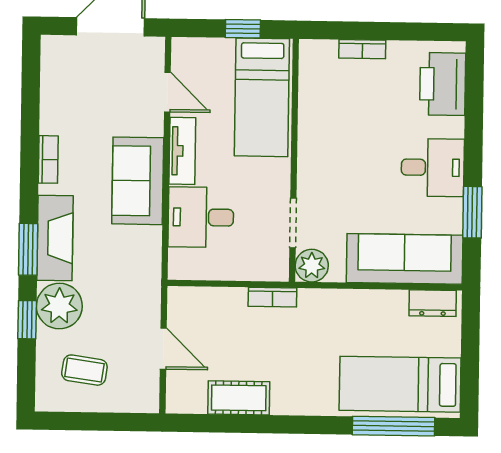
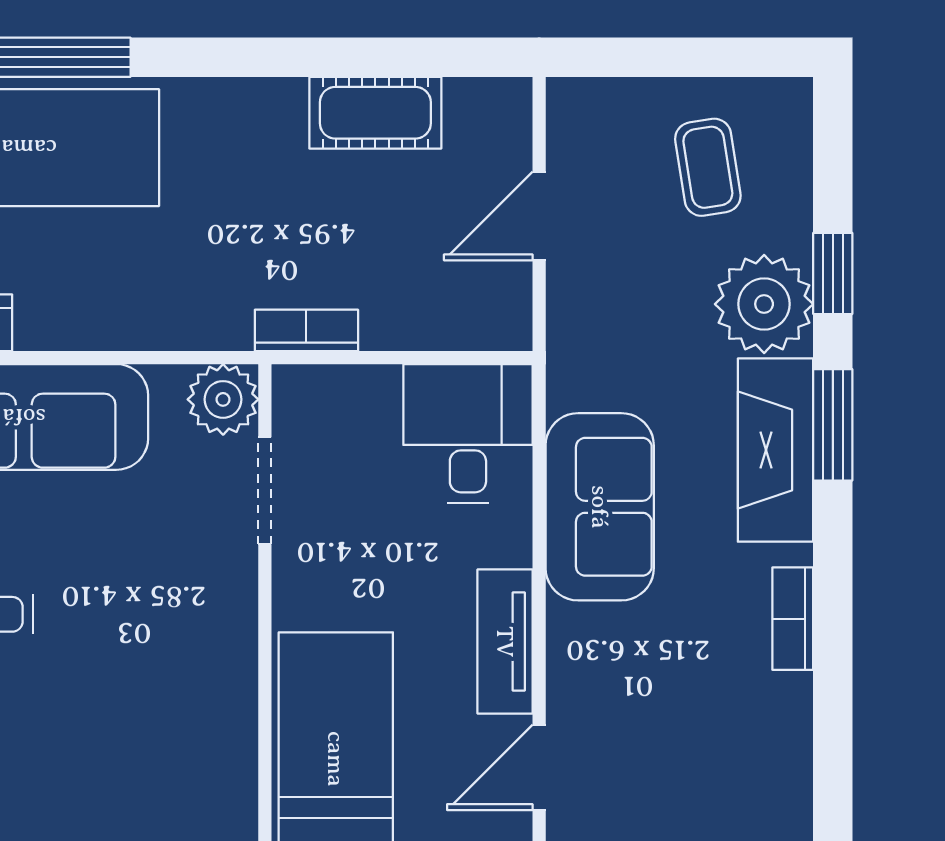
door: (167, 92) -> (539, 767), hinge flipped
sofa: (138, 181) -> (600, 507), moved
desk: (201, 217) -> (468, 434), moved, turned -90
door: (163, 349) -> (539, 216), hinge flipped
coffee table: (84, 370) -> (708, 167), turned 73

